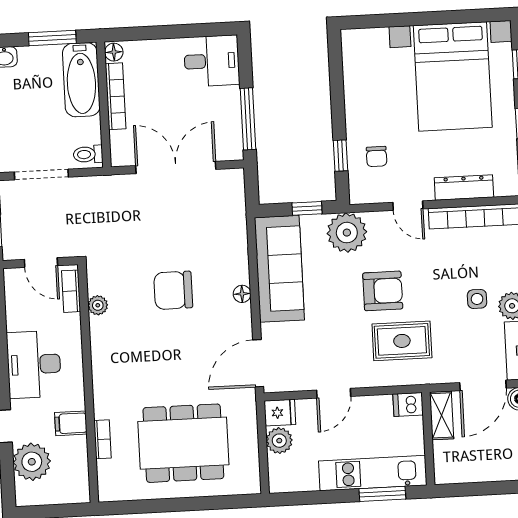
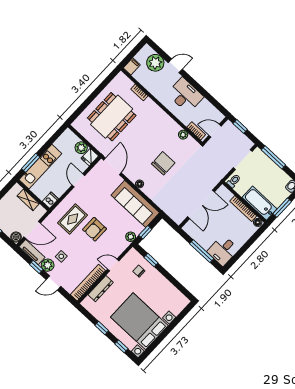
window: (248, 119) -> (202, 251), moved
plant: (347, 233) -> (131, 237), width x0.53, depth x0.53
door: (483, 385) -> (32, 230), swing flipped
shelving: (442, 415) -> (28, 200), moved
filing cabinet: (71, 423) -> (132, 66), moved

